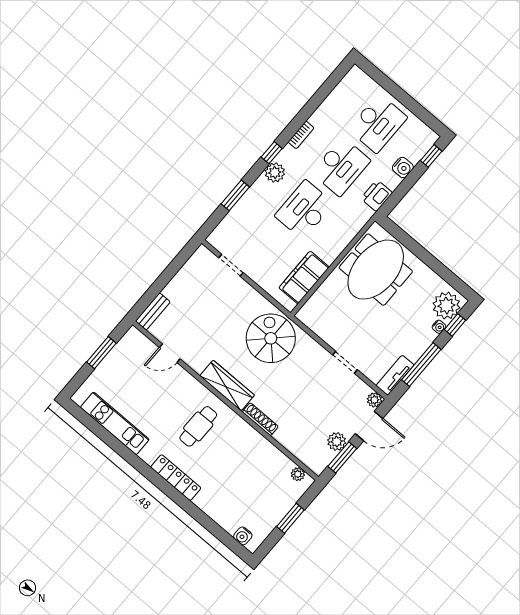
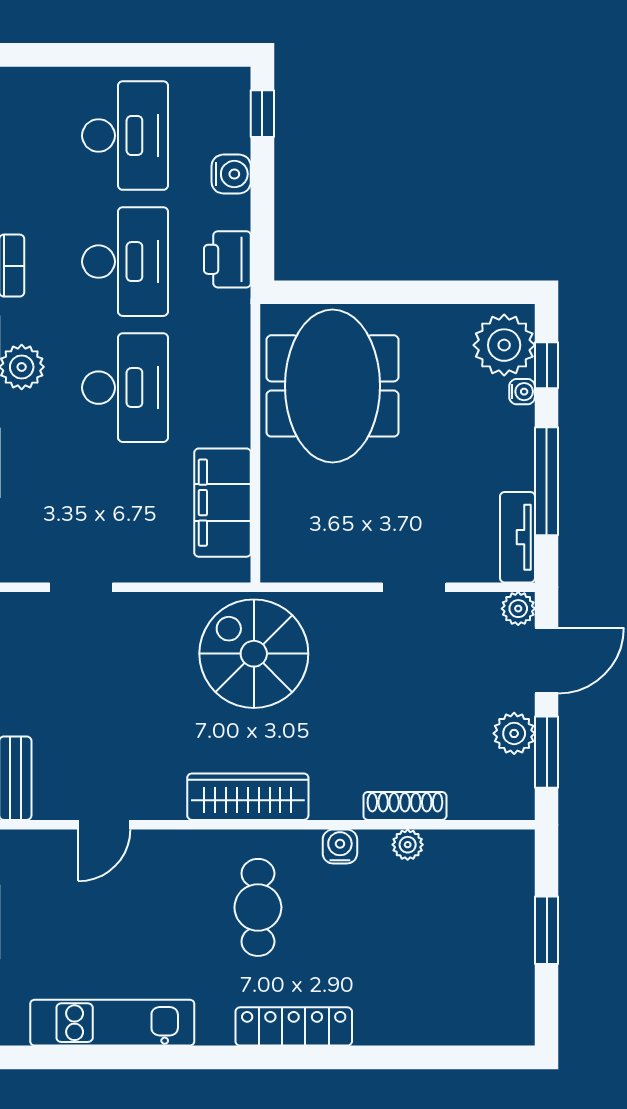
desk: (304, 210) -> (125, 388), turned 180
shoe rack: (260, 419) -> (405, 806), moved
plant: (298, 474) -> (408, 845), moved
water cooler: (243, 536) -> (340, 846), moved, turned 180

